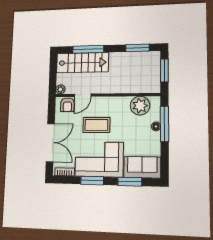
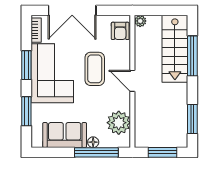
door: (83, 95) -> (132, 81), moved
armchair: (67, 105) -> (120, 31), turned -90
sofa: (142, 167) -> (65, 135), moved, turned -90

